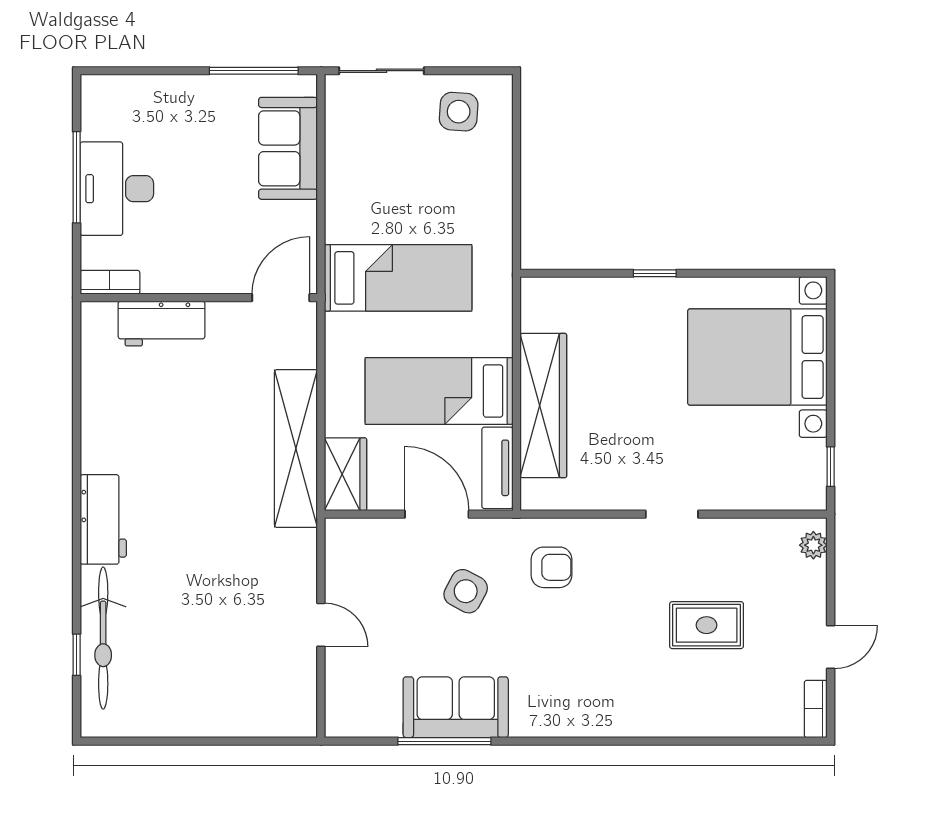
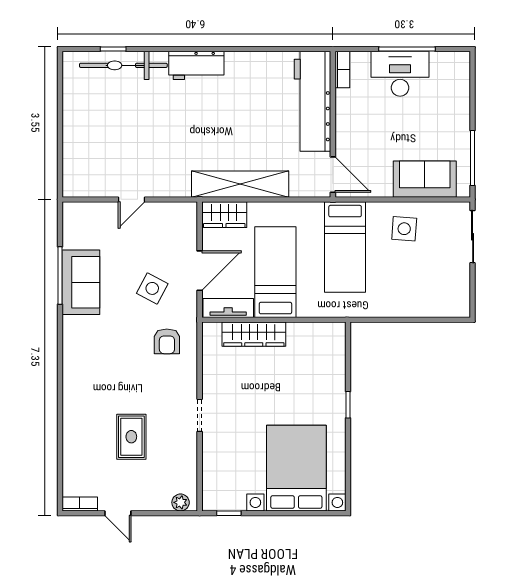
side table: (459, 112) -> (404, 229), moved
workbench: (161, 324) -> (313, 101), width x1.88, depth x1.32
wardrobe: (543, 406) -> (254, 334), width x0.71, depth x0.85

